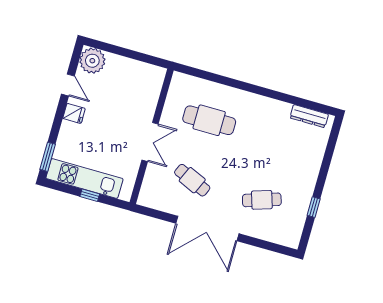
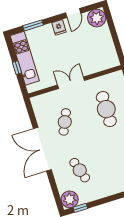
double door: (150, 142) -> (71, 83), swing flipped
window: (48, 157) -> (33, 25), moved
window: (314, 207) -> (80, 208), moved
plant: (289, 235) -> (70, 199), added

